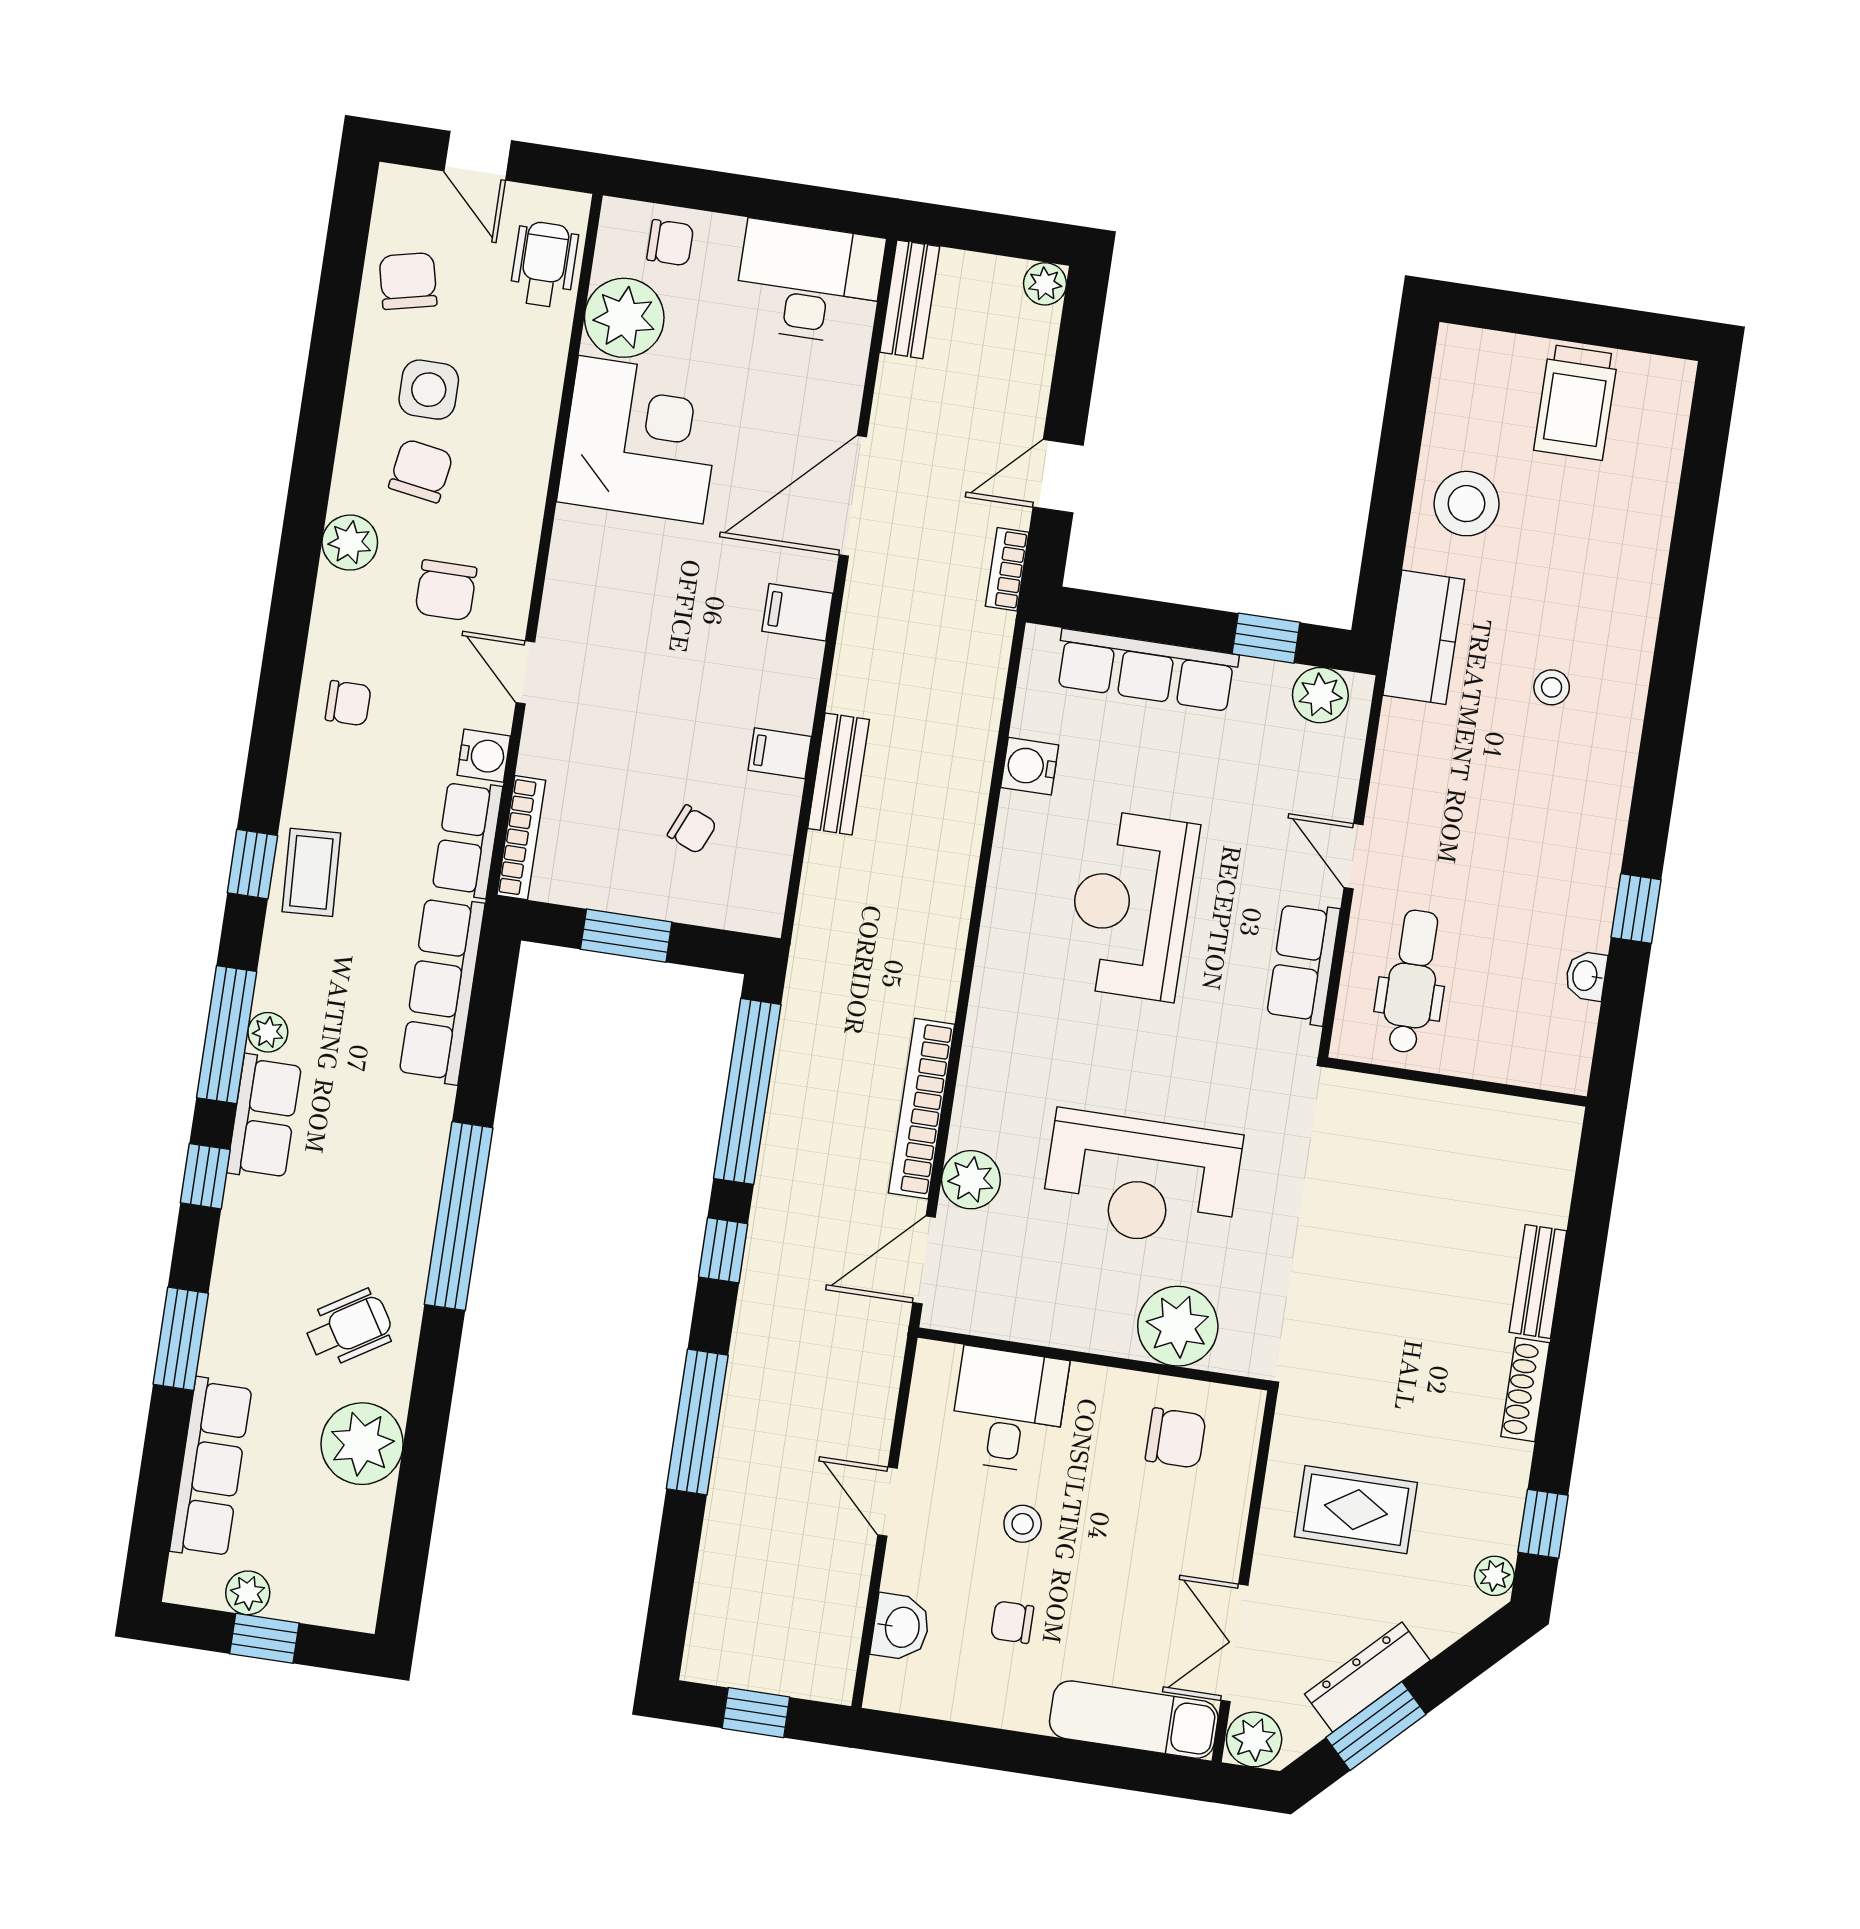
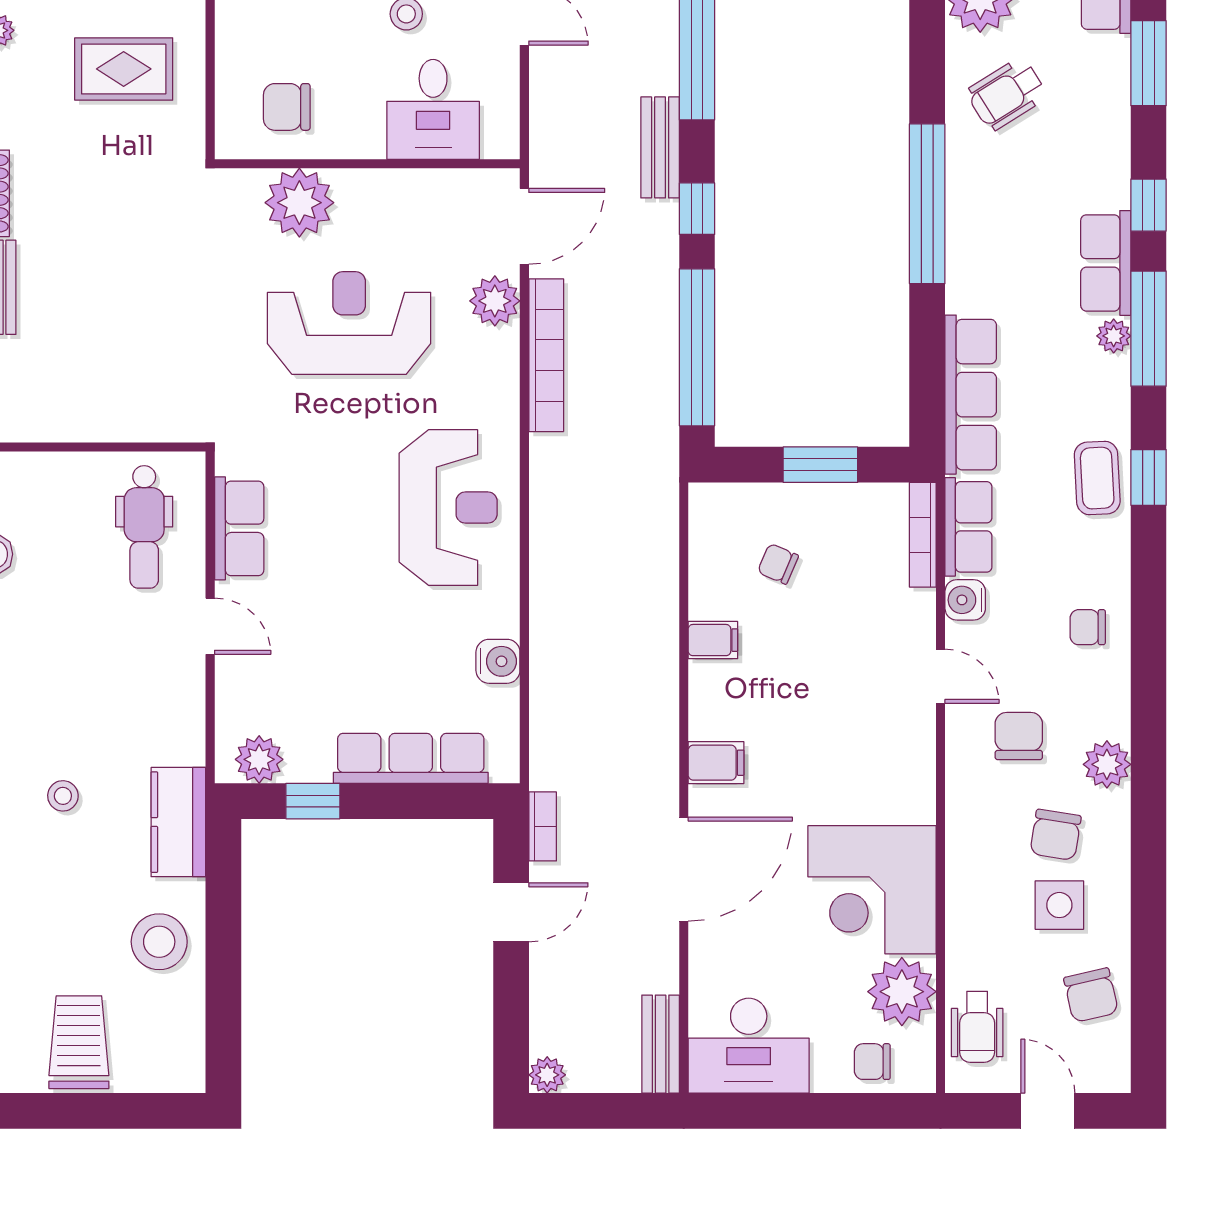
bench: (839, 774) -> (660, 147), moved
reception desk: (1131, 905) -> (448, 508), moved

